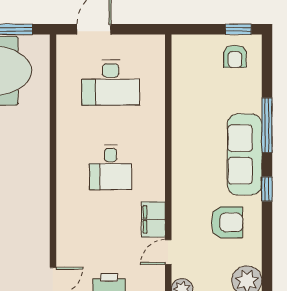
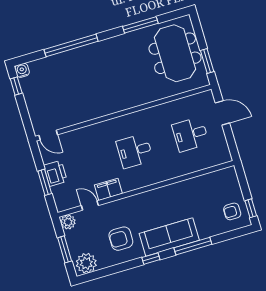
desk: (111, 83) -> (190, 134), width x0.73
armchair: (227, 222) -> (121, 239), turned 90

